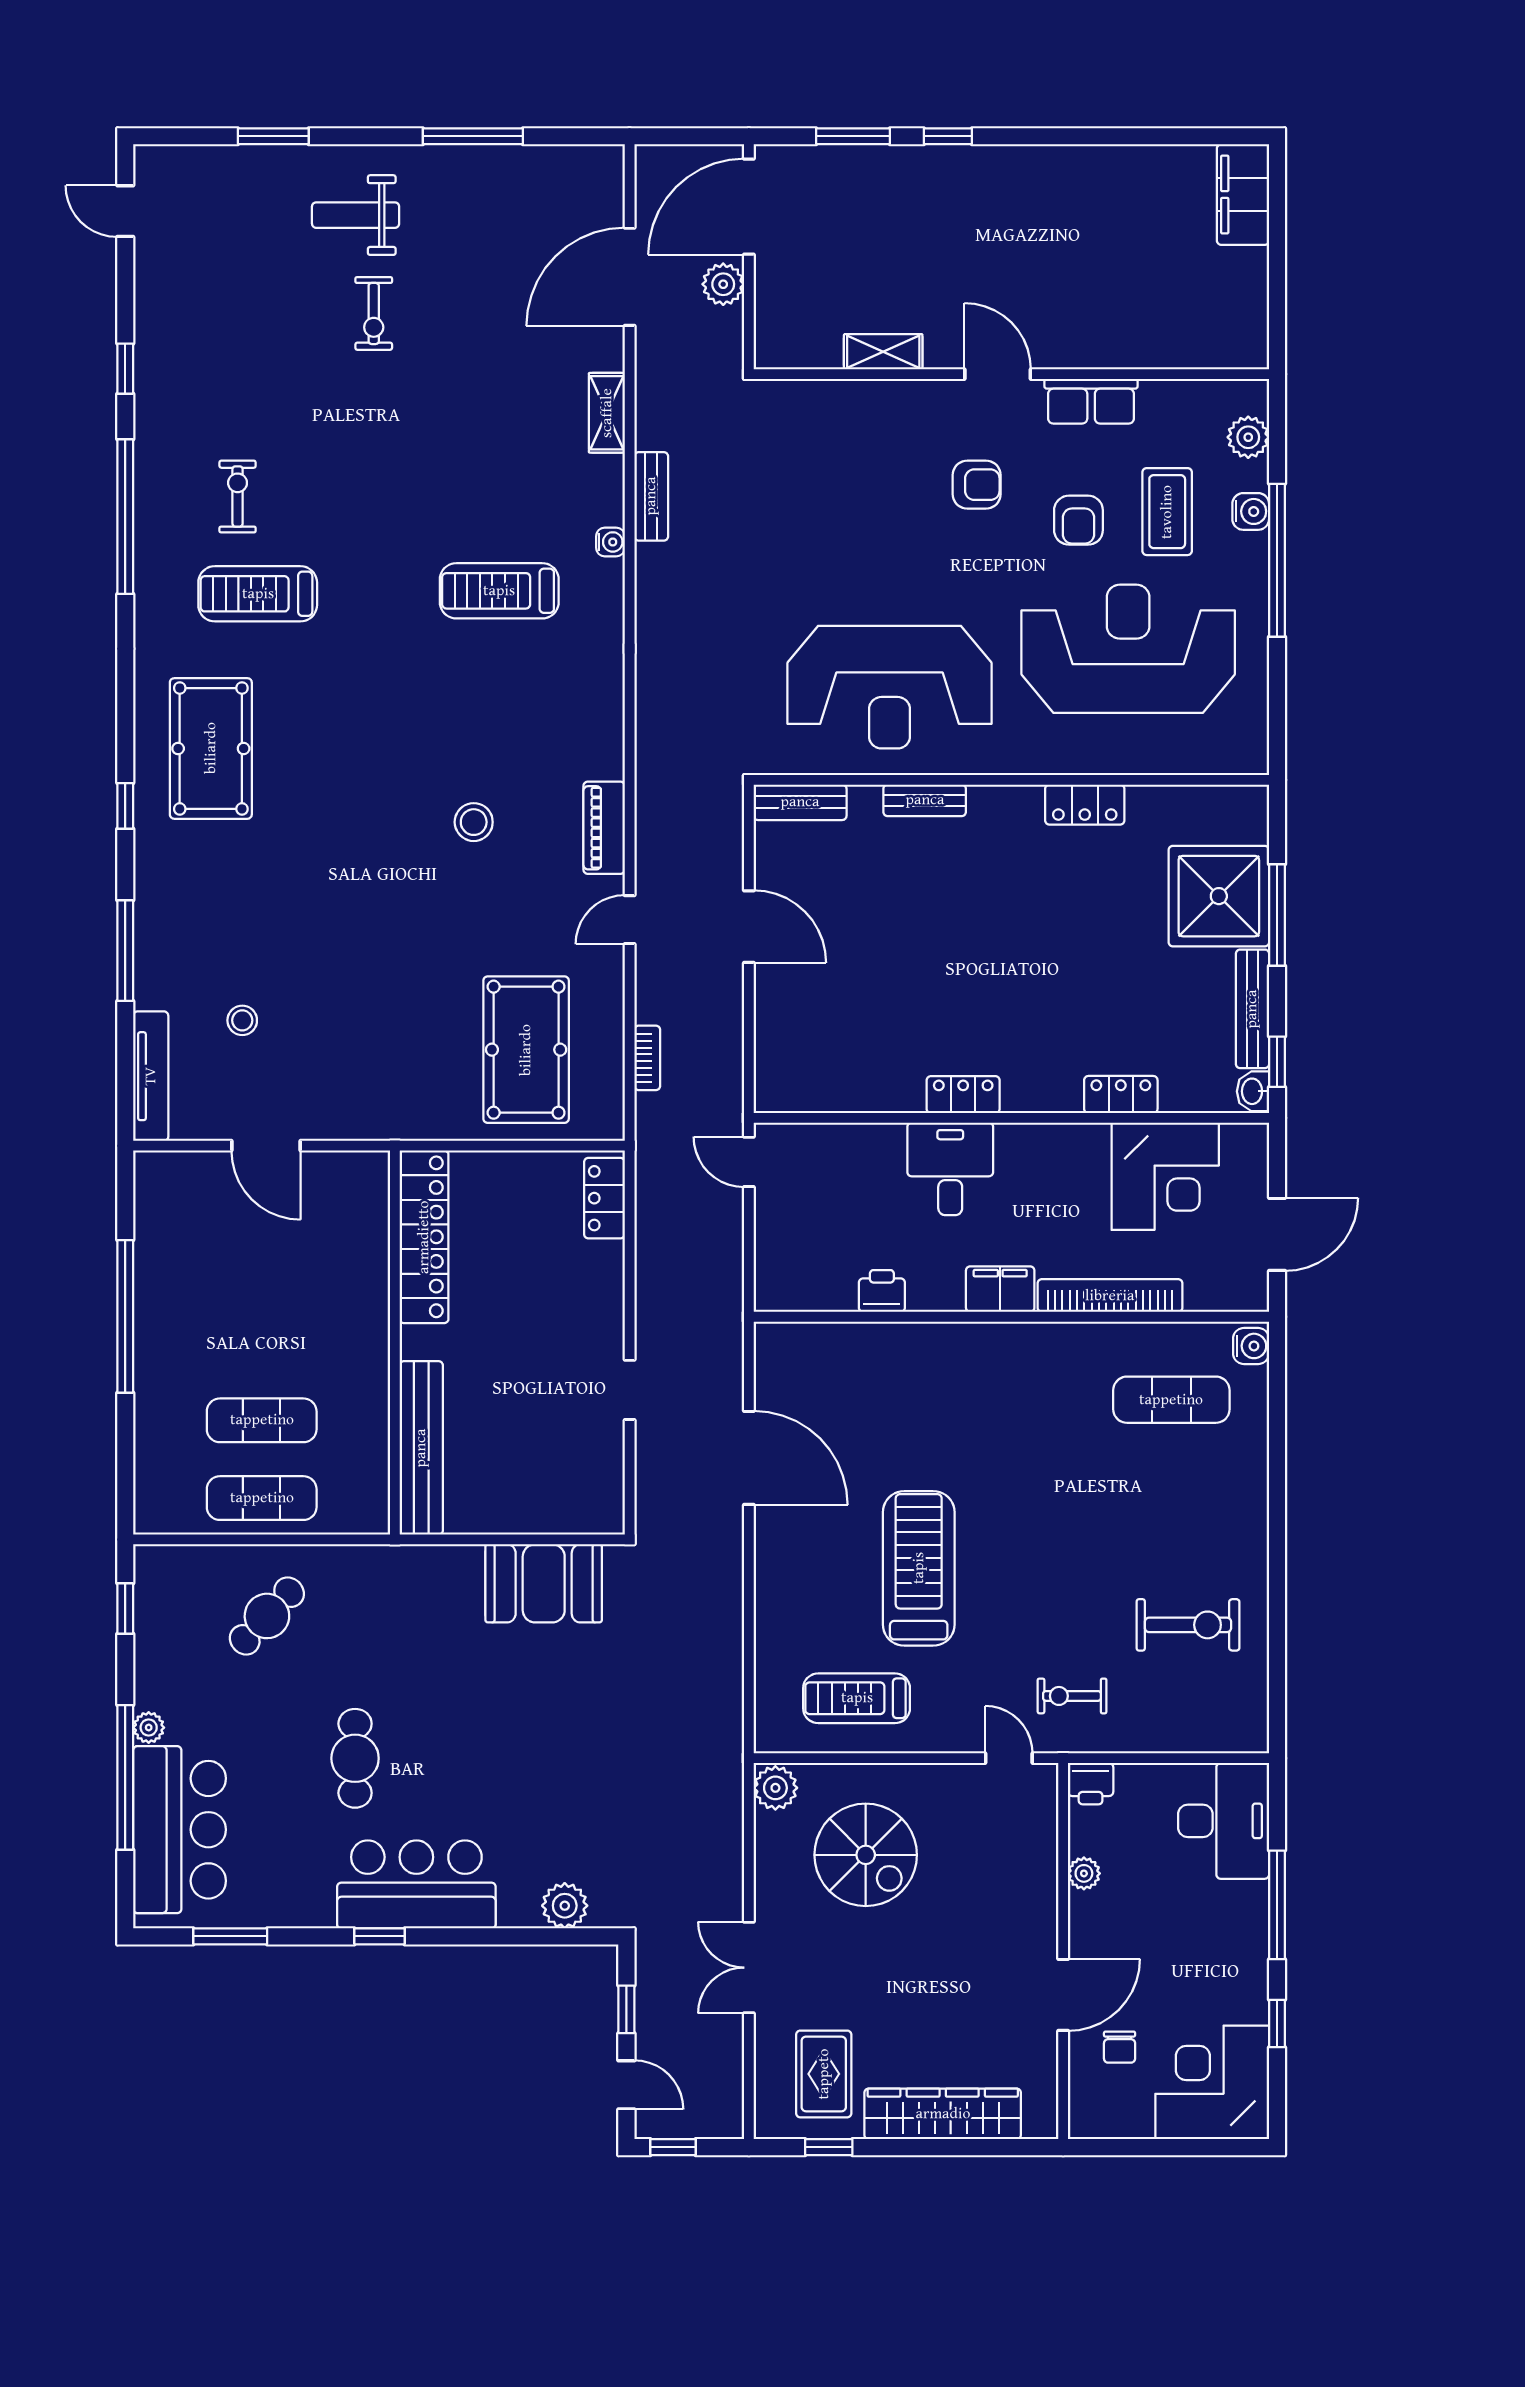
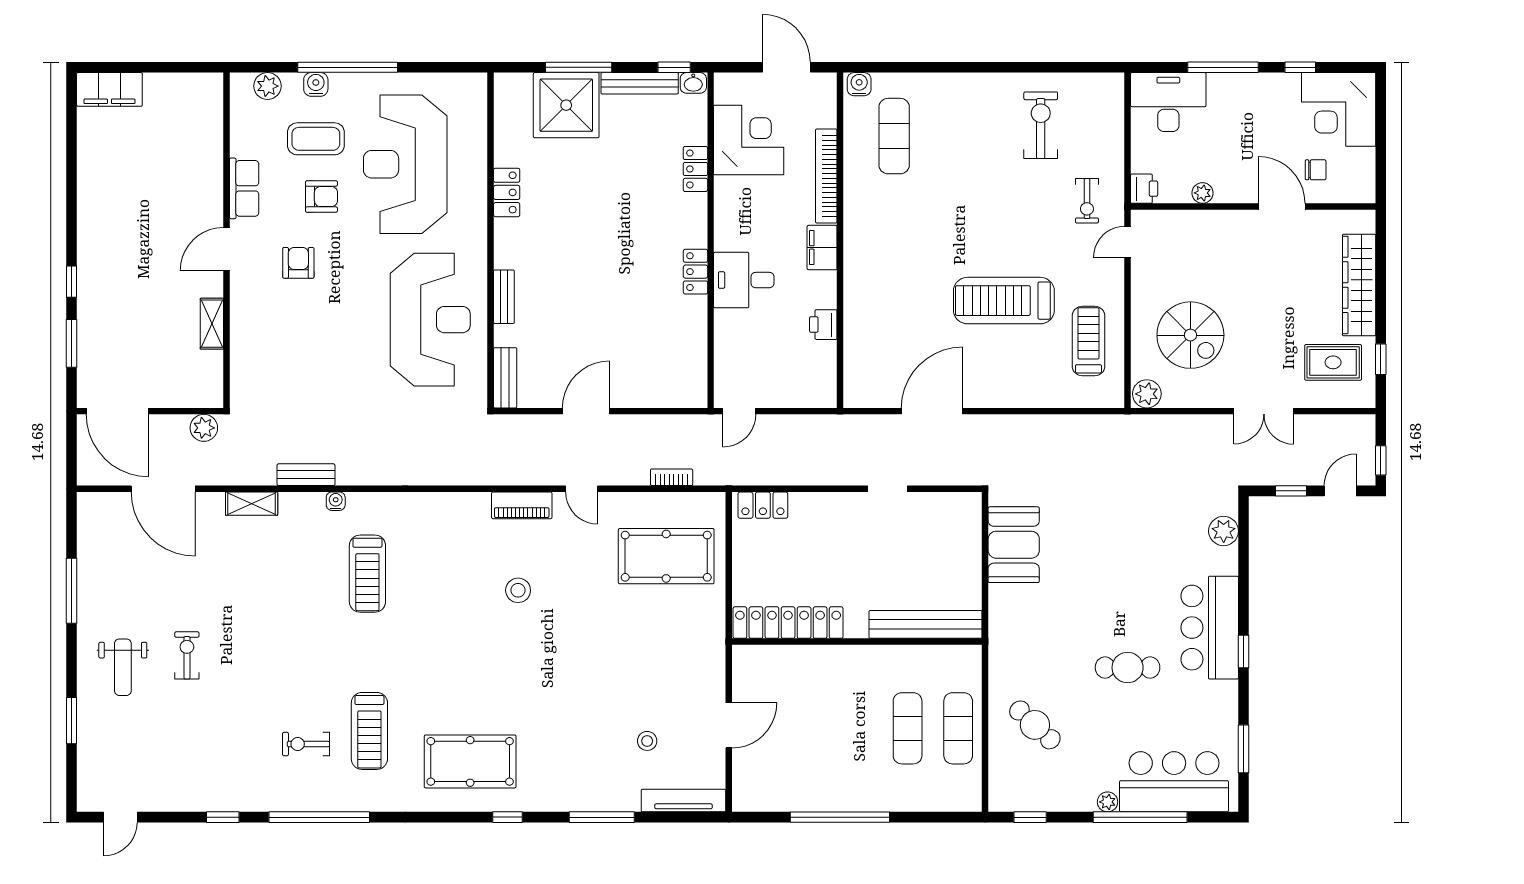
plant: (723, 284) -> (204, 428), moved
exercise bike: (374, 313) -> (187, 655), turned -90
treadmill: (857, 1698) -> (1088, 341), turned 180
spiral stairs: (866, 1855) -> (1190, 335), turned 90

